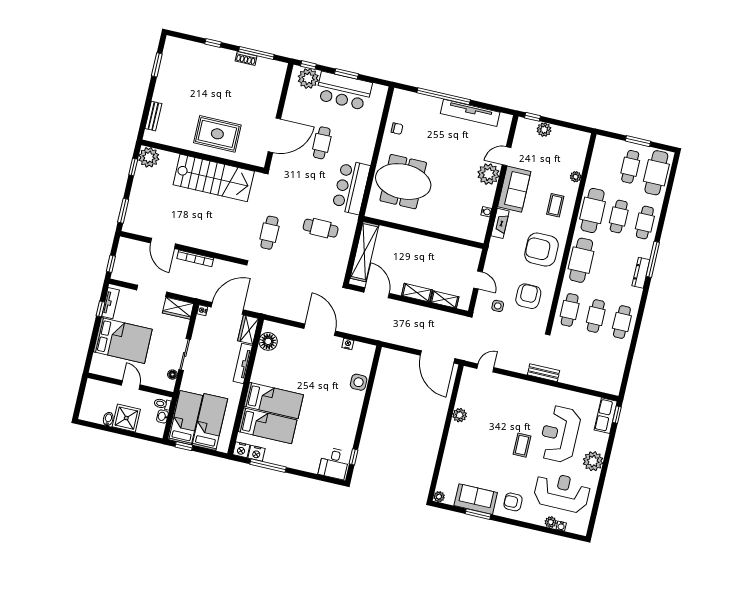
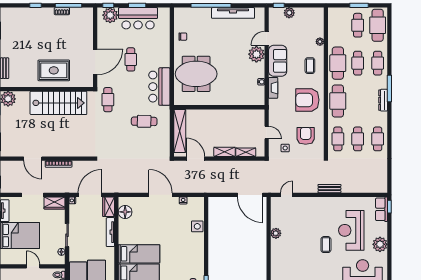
cafe table: (269, 233) -> (108, 100), moved

